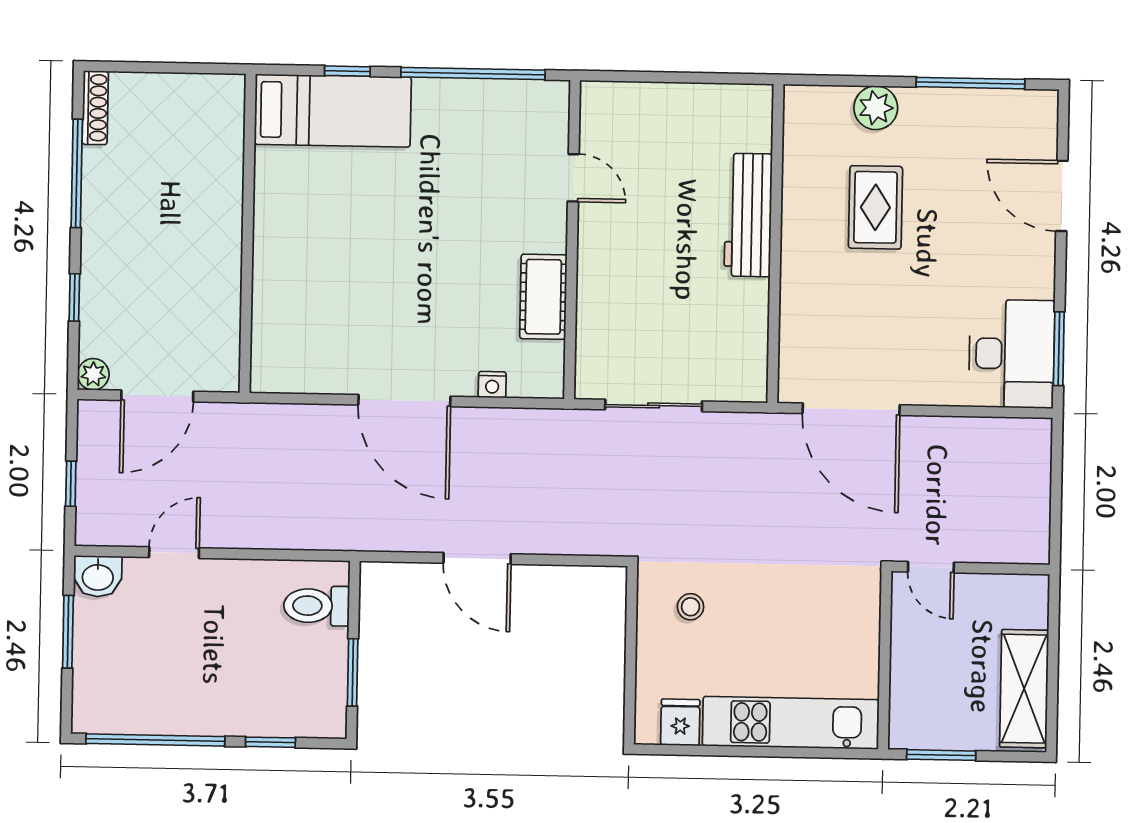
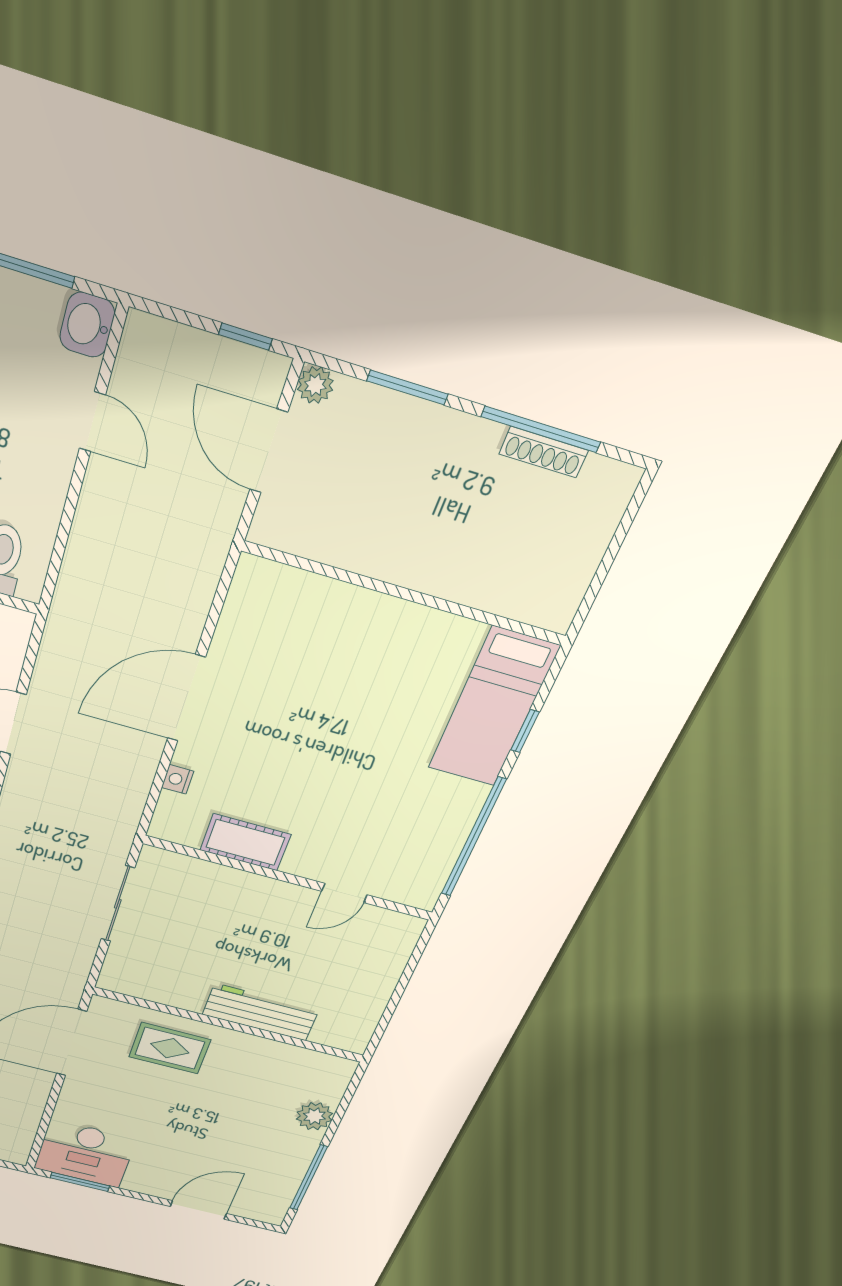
shoe rack: (95, 108) -> (544, 452), moved
rug: (875, 207) -> (170, 1048), moved
window: (74, 297) -> (407, 387), width x1.50
window: (71, 484) -> (245, 337), moved

